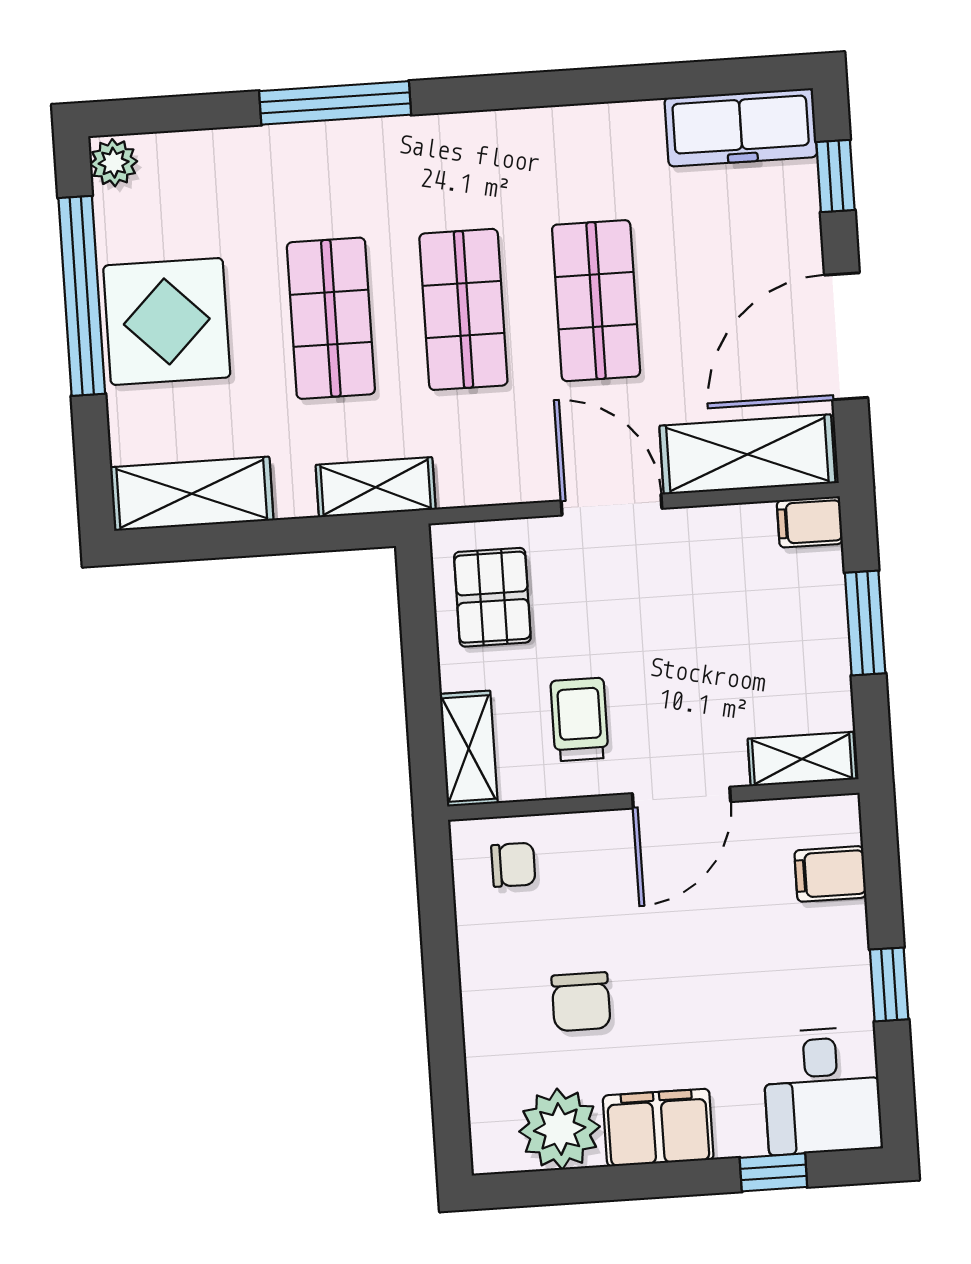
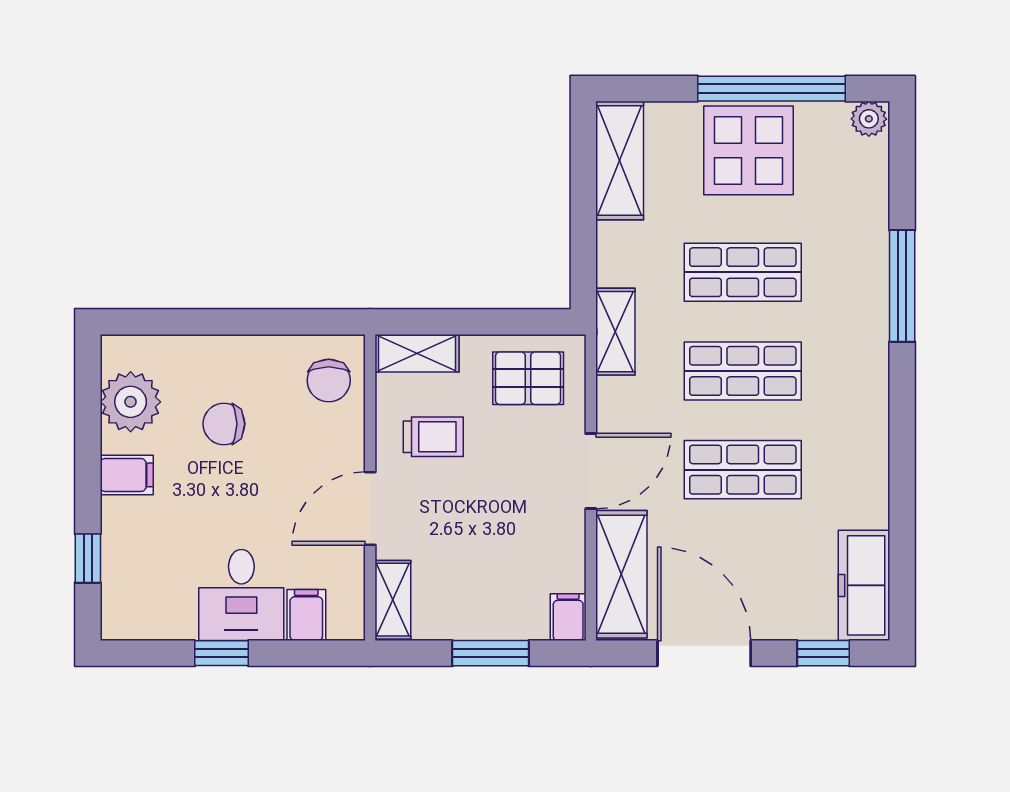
shelving: (376, 487) -> (615, 332), moved
door: (682, 798) -> (370, 509), hinge flipped
chair: (513, 865) -> (329, 381), width x1.37, depth x1.37
desk: (822, 1091) -> (241, 595), moved, turned -90
filing cabinet: (658, 1128) -> (127, 475), width x0.50

